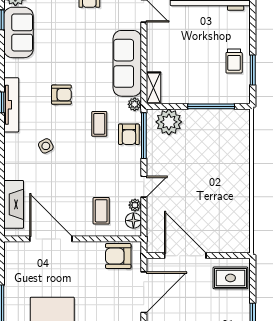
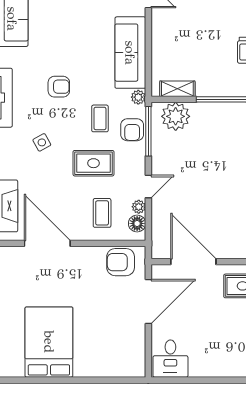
shelving: (153, 88) -> (177, 89), moved, turned 90
rug: (93, 165) -> (94, 163), added

